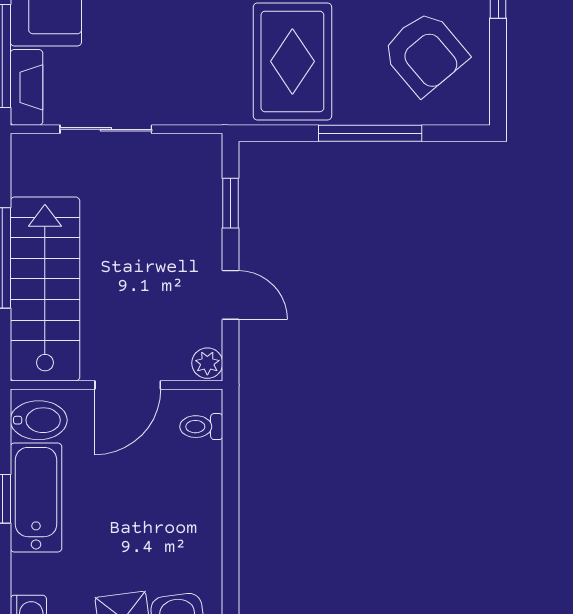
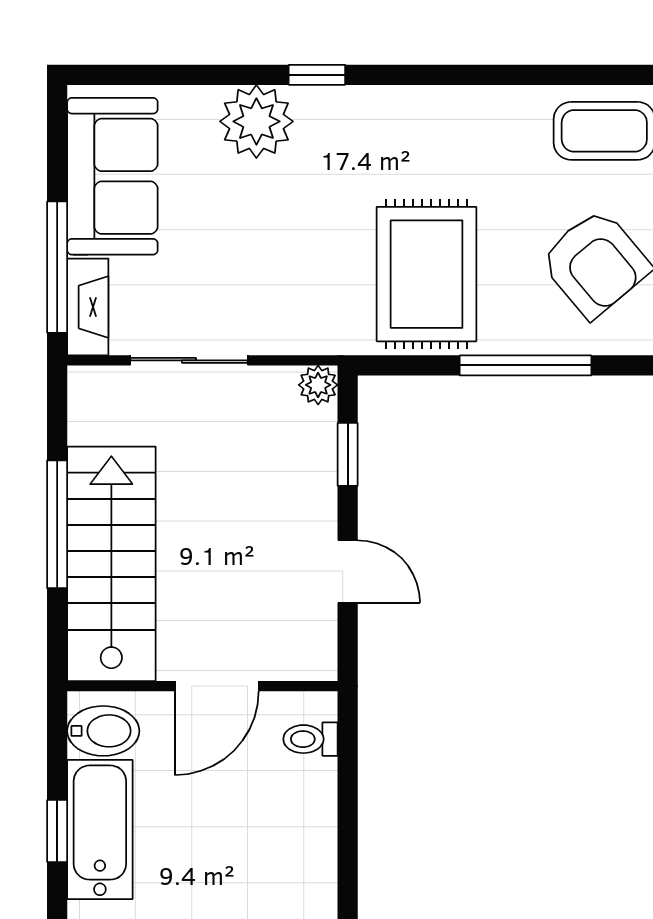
plant: (207, 363) -> (318, 385), moved

